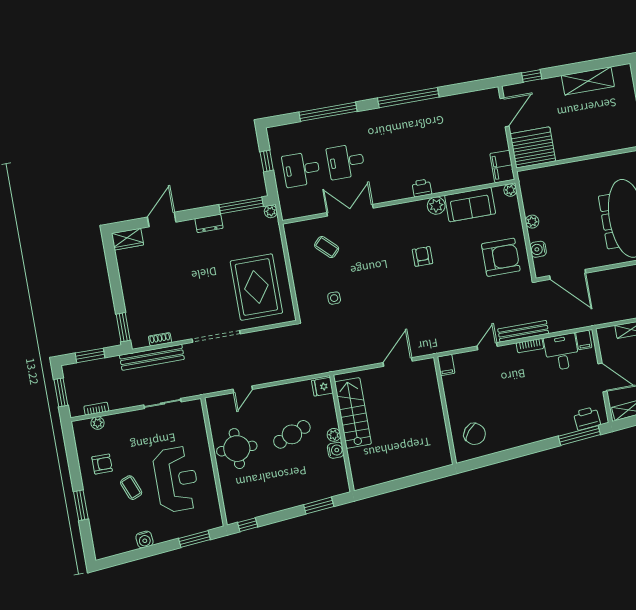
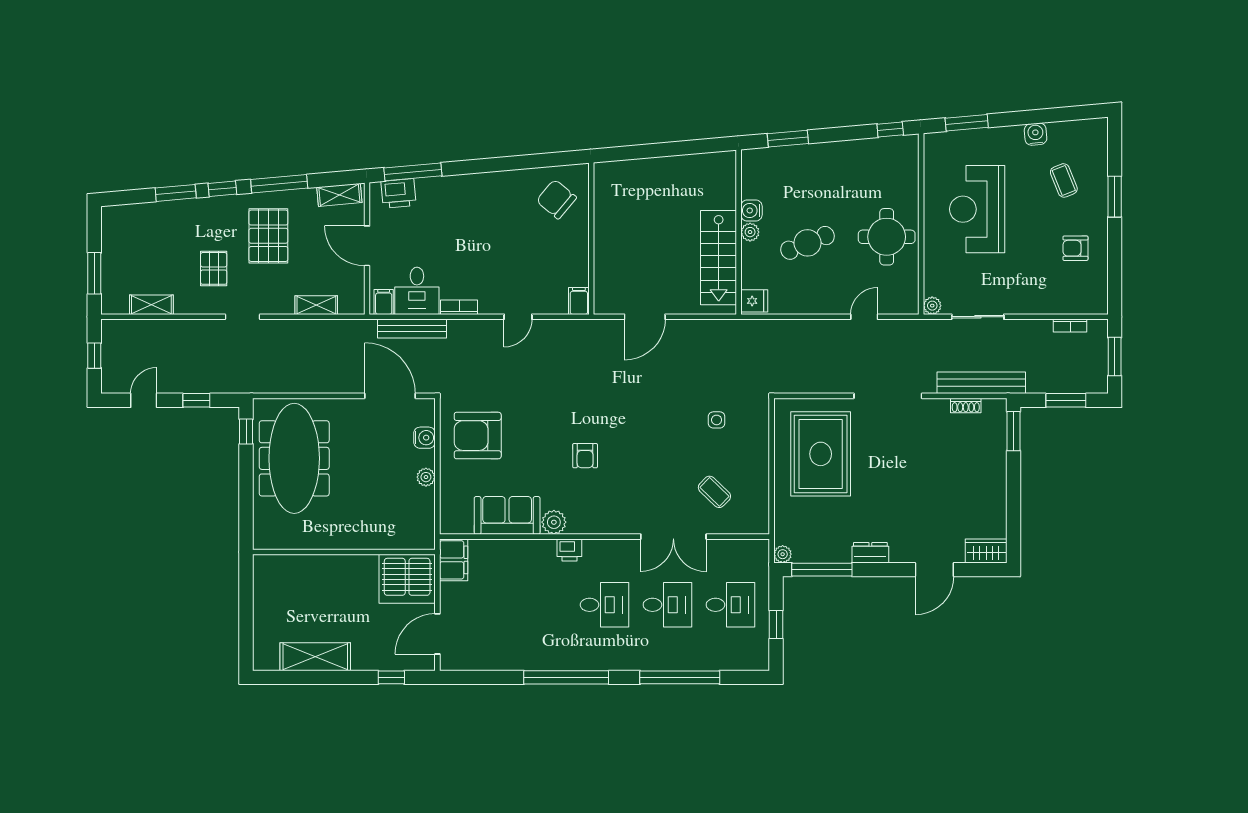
desk: (390, 154) -> (604, 605), added
plant: (510, 190) -> (448, 526), removed
bench: (523, 331) -> (412, 329), moved
plant: (98, 423) -> (932, 306), moved
coffee table: (131, 488) -> (1064, 180), moved

